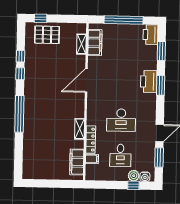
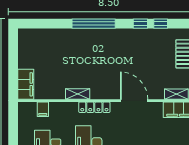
locker: (91, 140) -> (94, 107), moved
filing cabinet: (77, 162) -> (26, 84), moved, turned 90

